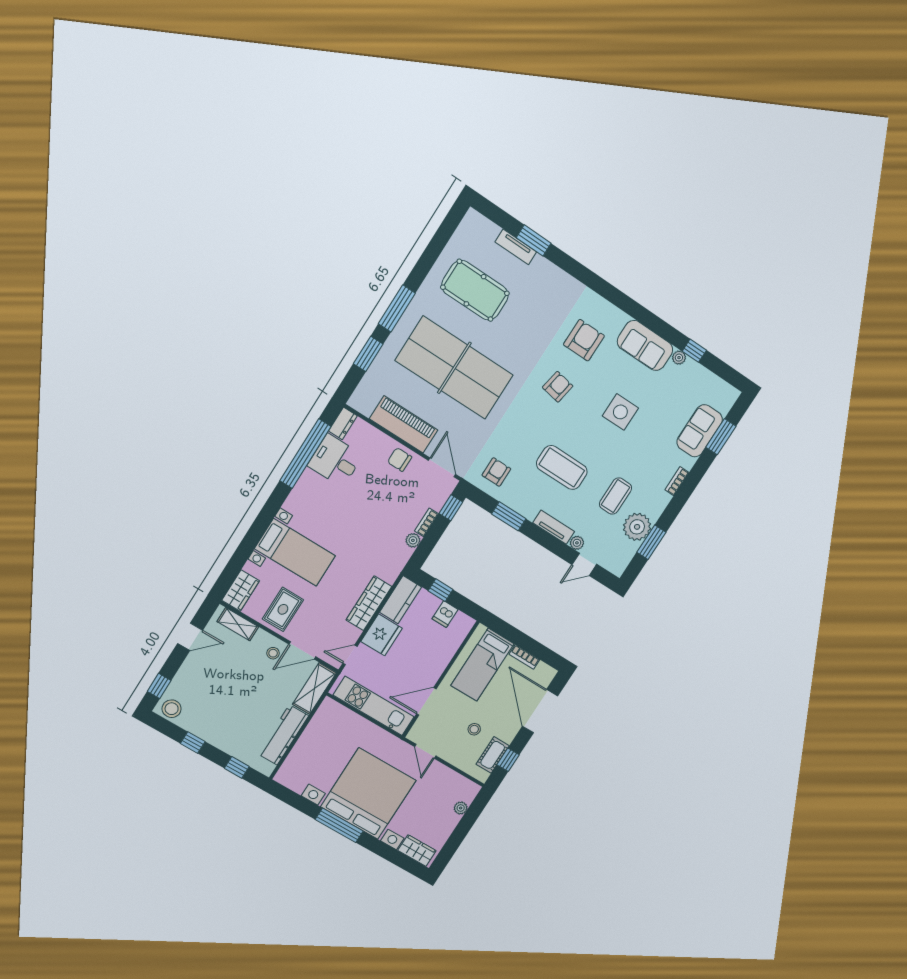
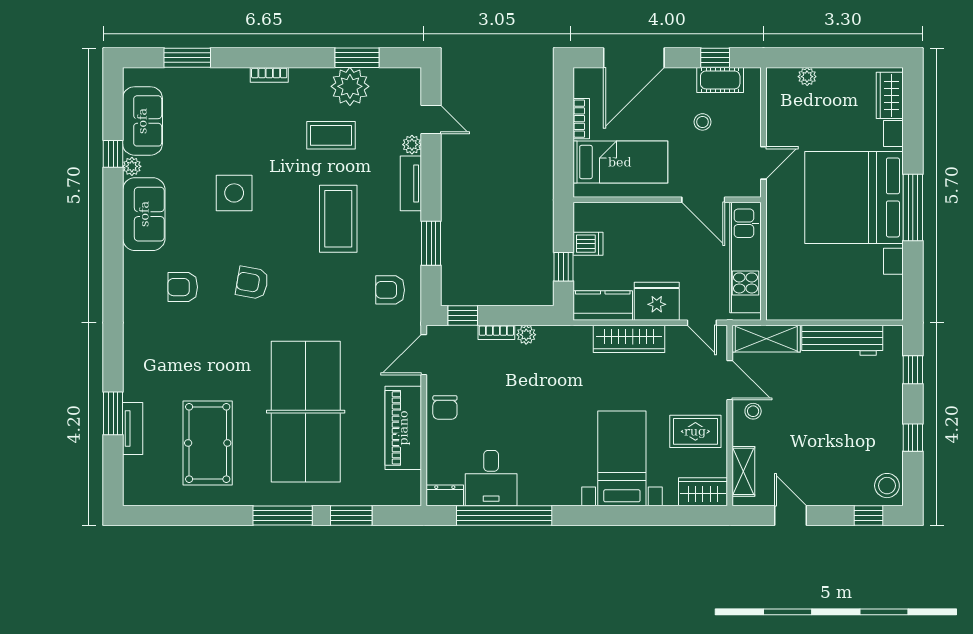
armchair: (584, 340) -> (183, 287), width x0.72, depth x0.72
sofa: (700, 431) -> (142, 121), moved, turned -90

